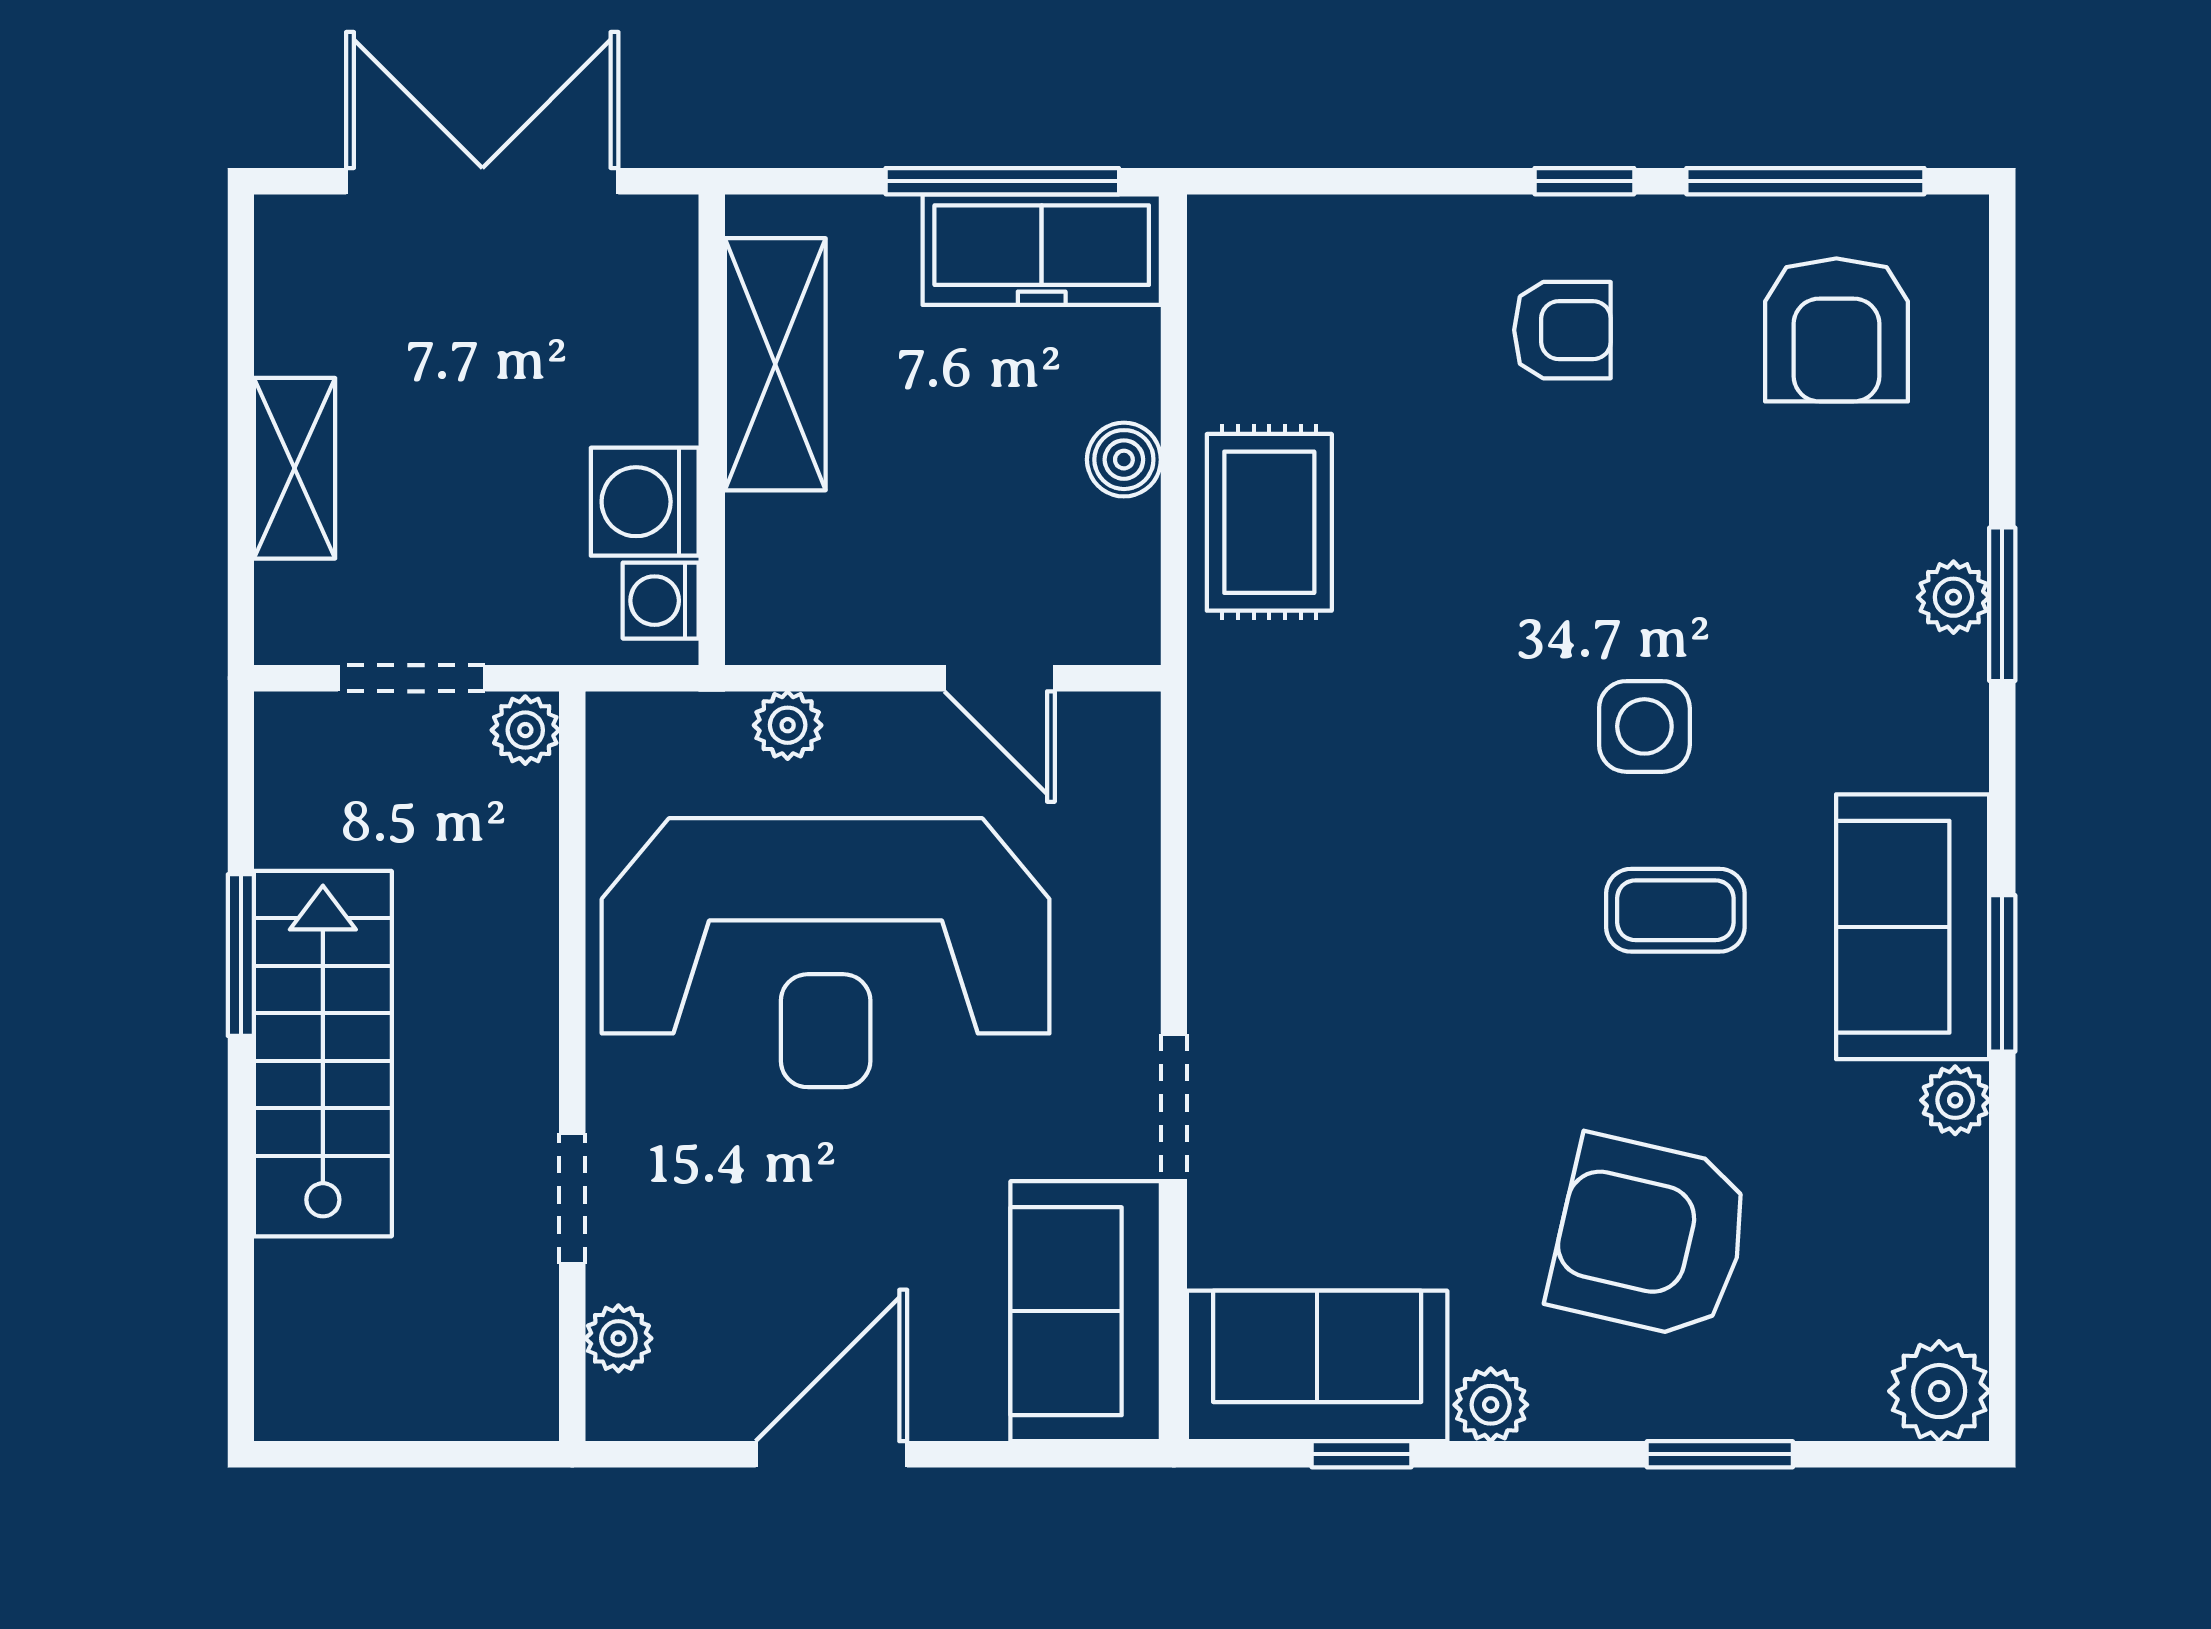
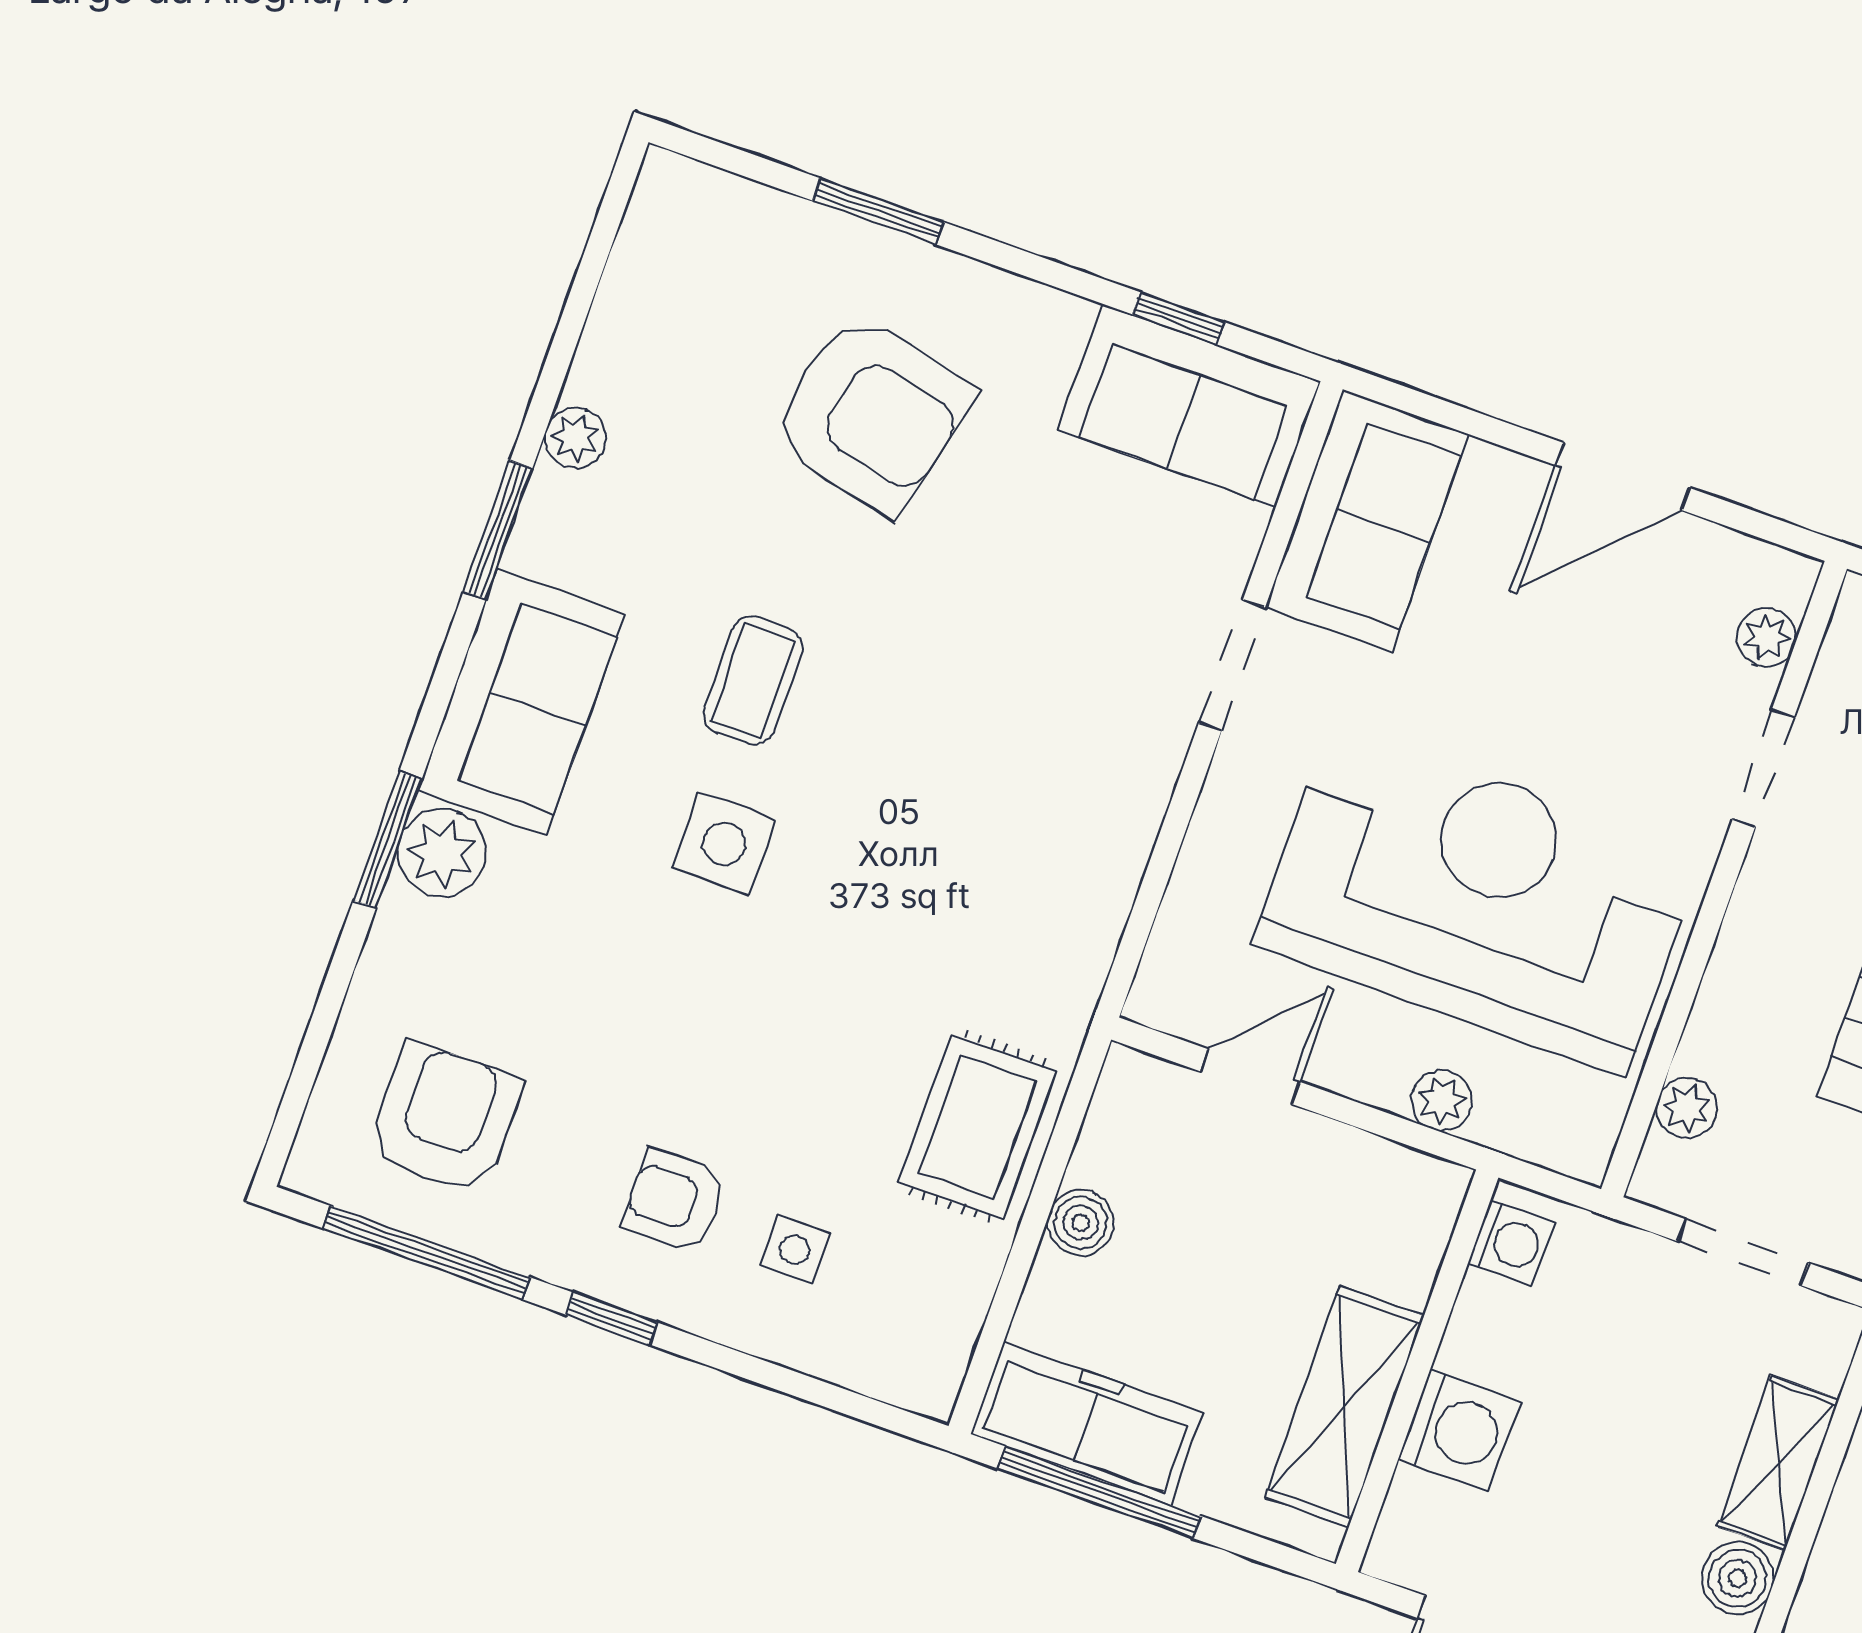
side table: (1417, 324) -> (795, 1249), added
boiler: (294, 331) -> (1737, 1578), added
washing machine: (645, 502) -> (1459, 1430), moved
plant: (1953, 597) -> (442, 853), width x1.38, depth x1.38
door: (1000, 678) -> (1250, 1077), hinge flipped
plant: (525, 730) -> (1687, 1108), moved
coffee table: (1675, 910) -> (753, 681), turned 90
sofa: (1913, 927) -> (521, 703), moved
plant: (1939, 1391) -> (676, 199), removed
plant: (1491, 1405) -> (1055, 321), removed

